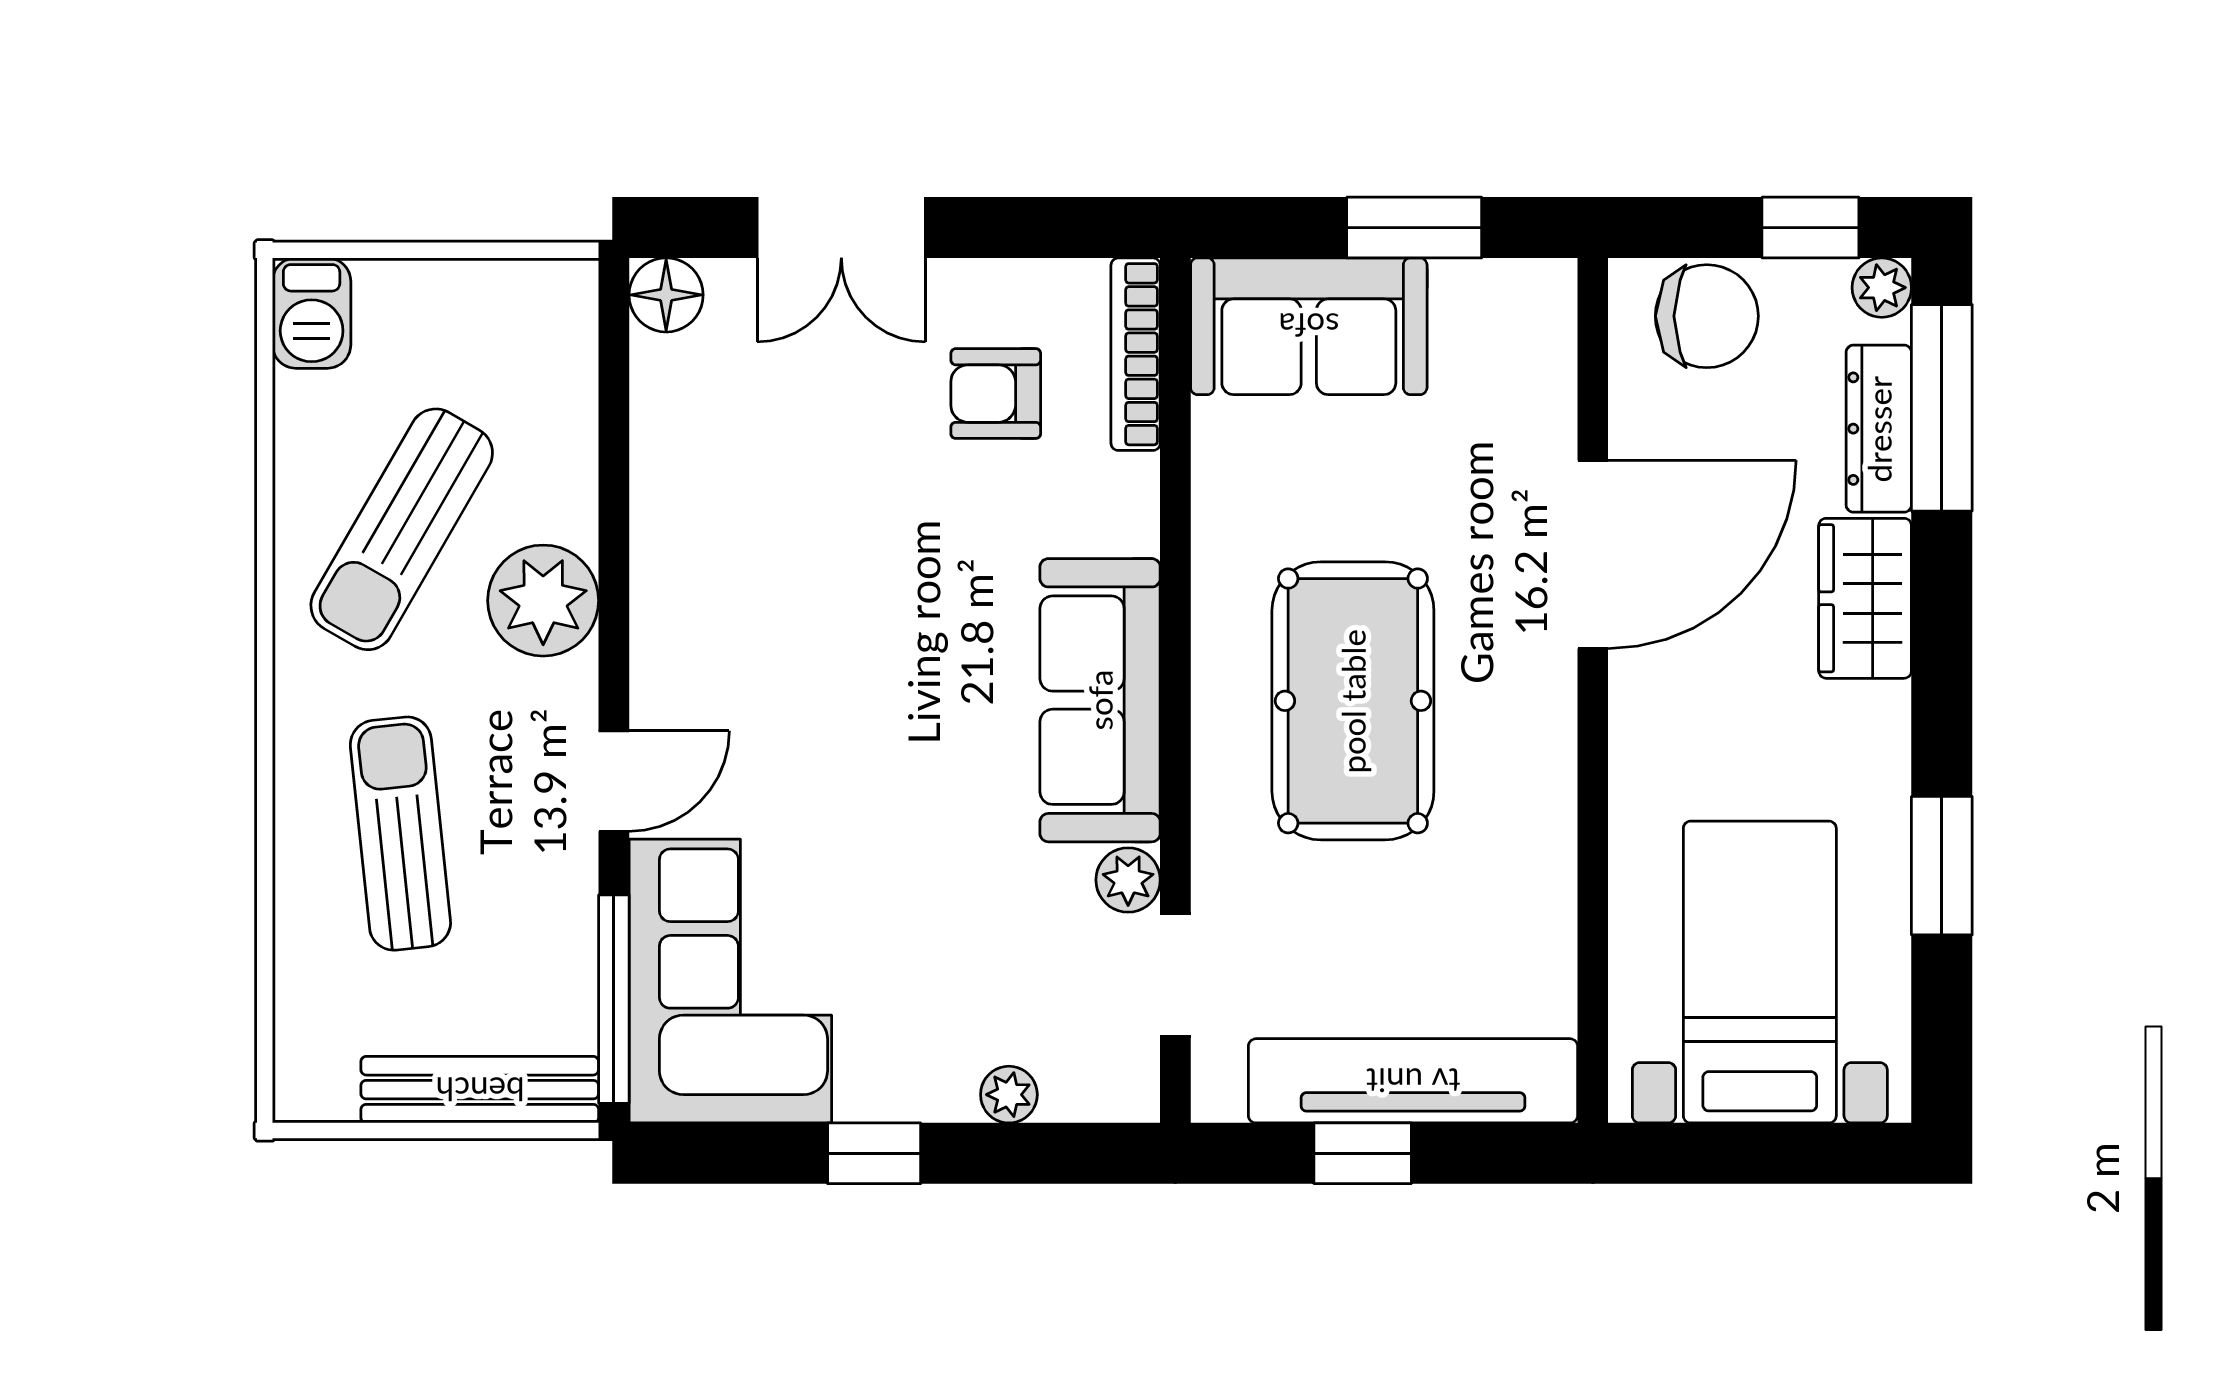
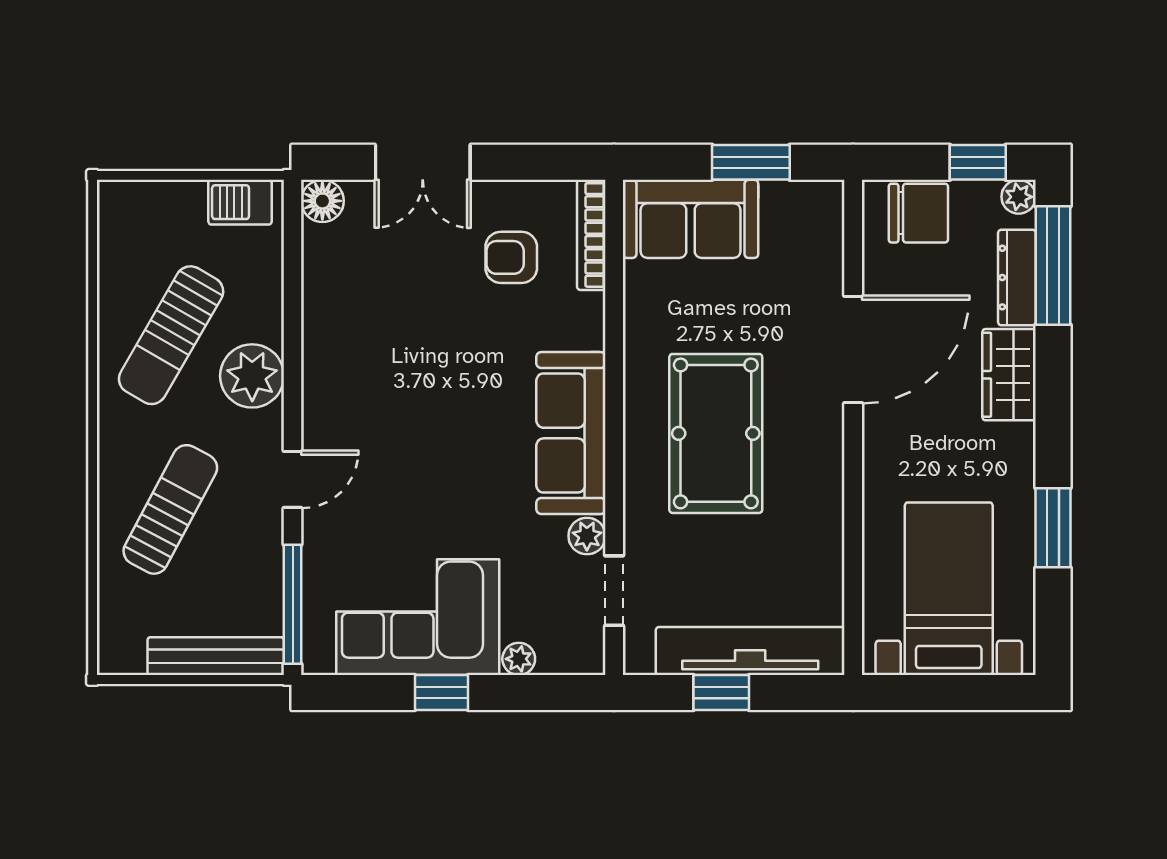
barbecue: (312, 313) -> (240, 202), moved, turned 90
sun lounger: (400, 834) -> (170, 509), turned 34
corner sofa: (730, 981) -> (418, 617), moved, turned -90

